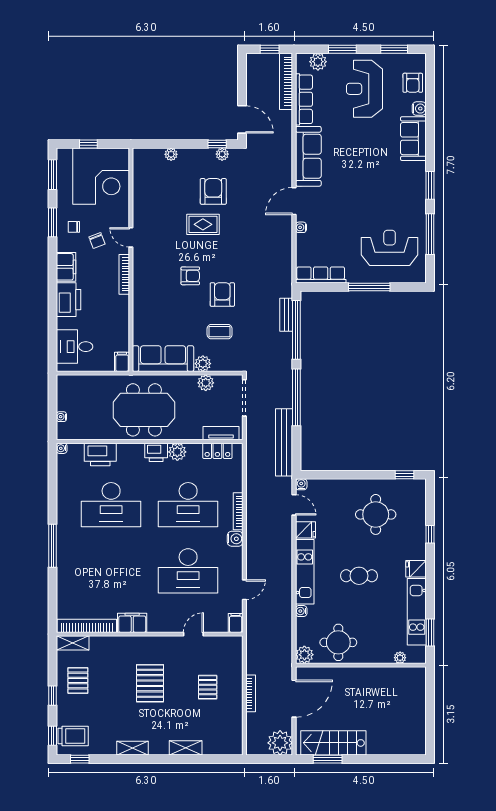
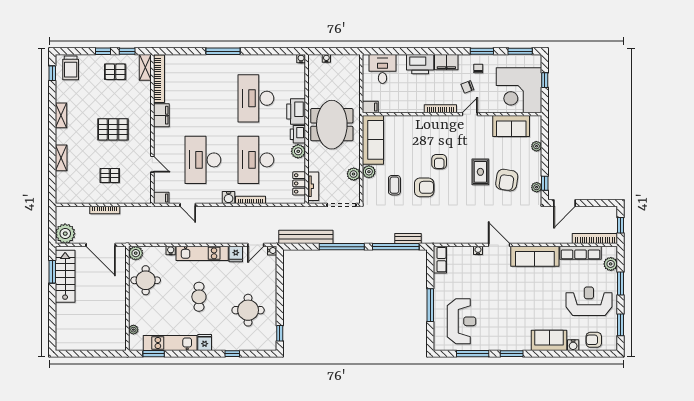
sofa: (146, 186) -> (511, 126), added
armchair: (213, 191) -> (507, 180), turned 99
row of seats: (321, 275) -> (440, 260), width x0.68
printer: (100, 454) -> (296, 112), moved
window: (52, 736) -> (127, 51), moved

